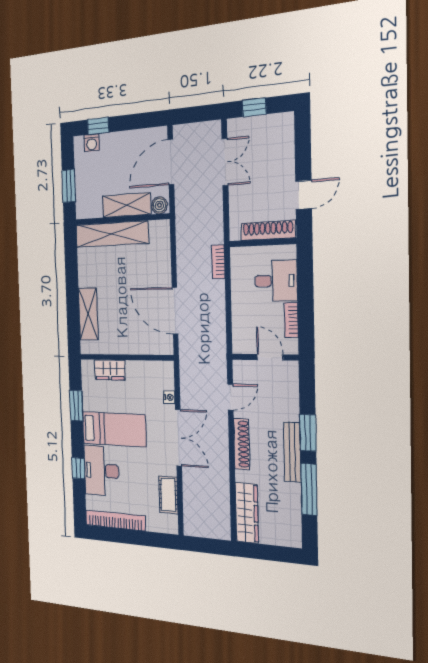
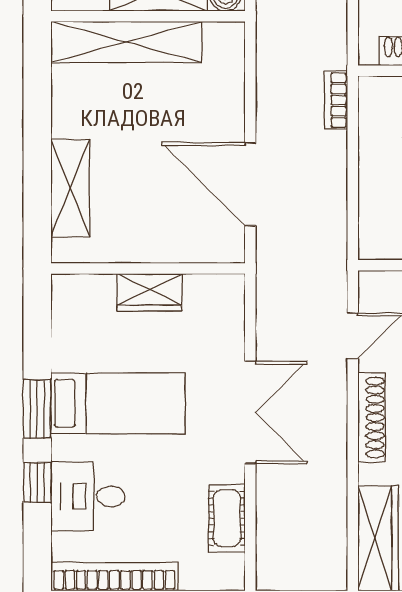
wardrobe: (110, 370) -> (149, 292), moved
nightstand: (169, 397) -> (234, 340), removed
window: (76, 406) -> (37, 409), moved
desk: (101, 471) -> (88, 496), width x0.73

